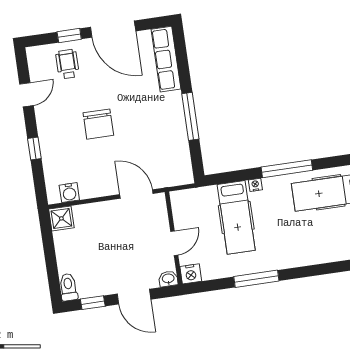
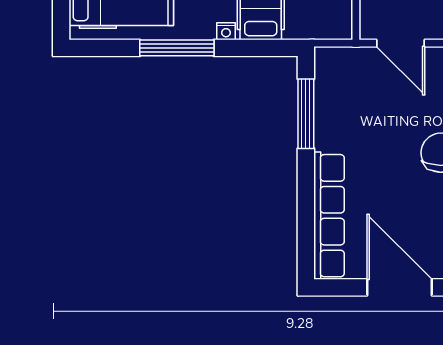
row of seats: (166, 59) -> (329, 216), width x1.36
window: (190, 116) -> (306, 114), moved

